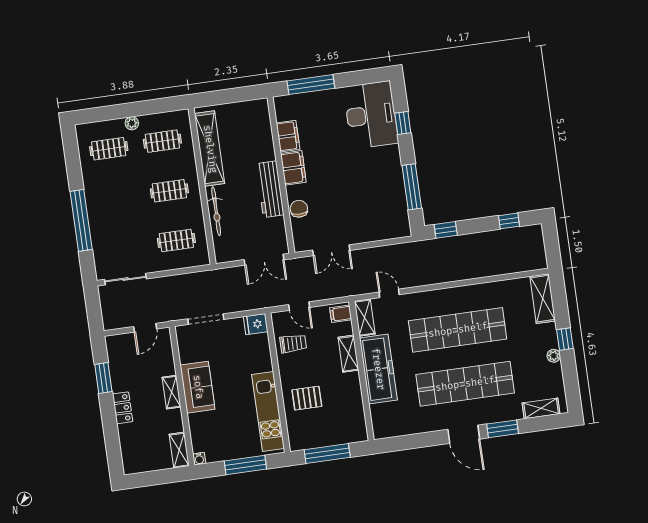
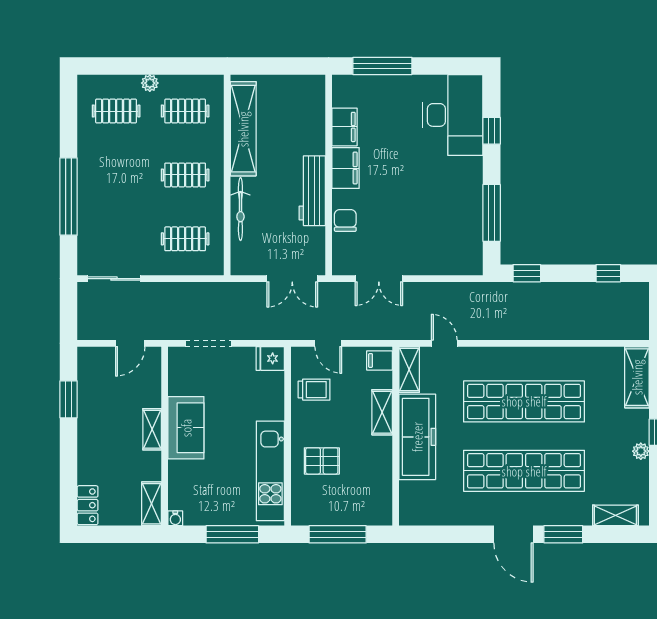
locker: (123, 408) -> (88, 505), moved

